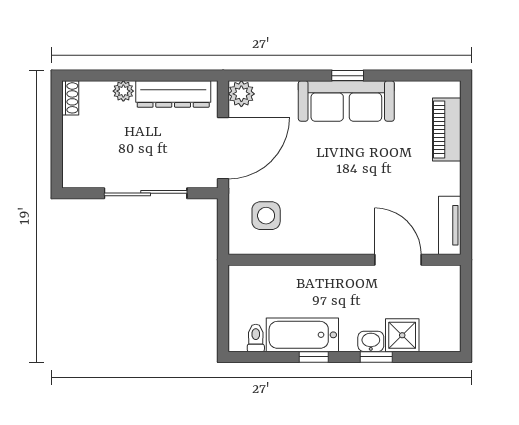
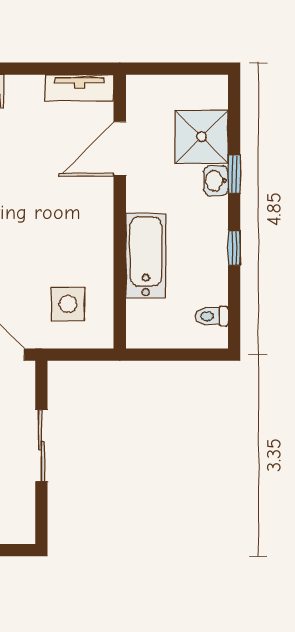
sliding door: (146, 193) -> (41, 446), width x0.73
bathtub: (302, 335) -> (146, 256), moved, turned 180
shower: (402, 335) -> (202, 137), width x1.36, depth x1.36

